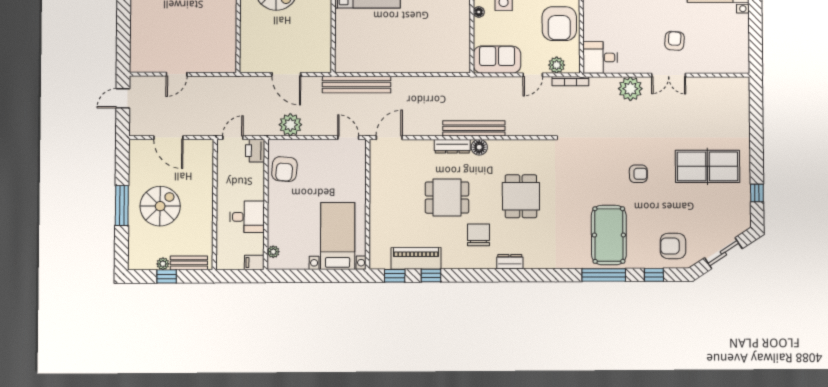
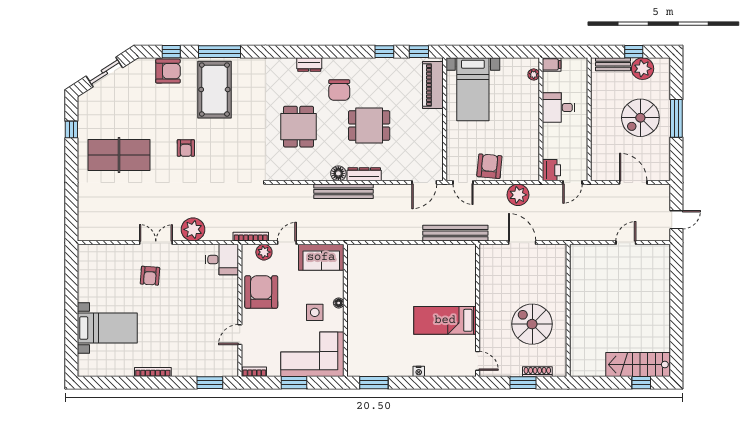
armchair: (284, 169) -> (489, 166), moved
armchair: (638, 174) -> (186, 148), turned -90
armchair: (673, 246) -> (168, 71), moved
piano: (416, 258) -> (433, 85), moved, turned 90
plant: (163, 264) -> (643, 69), width x1.87, depth x1.87

